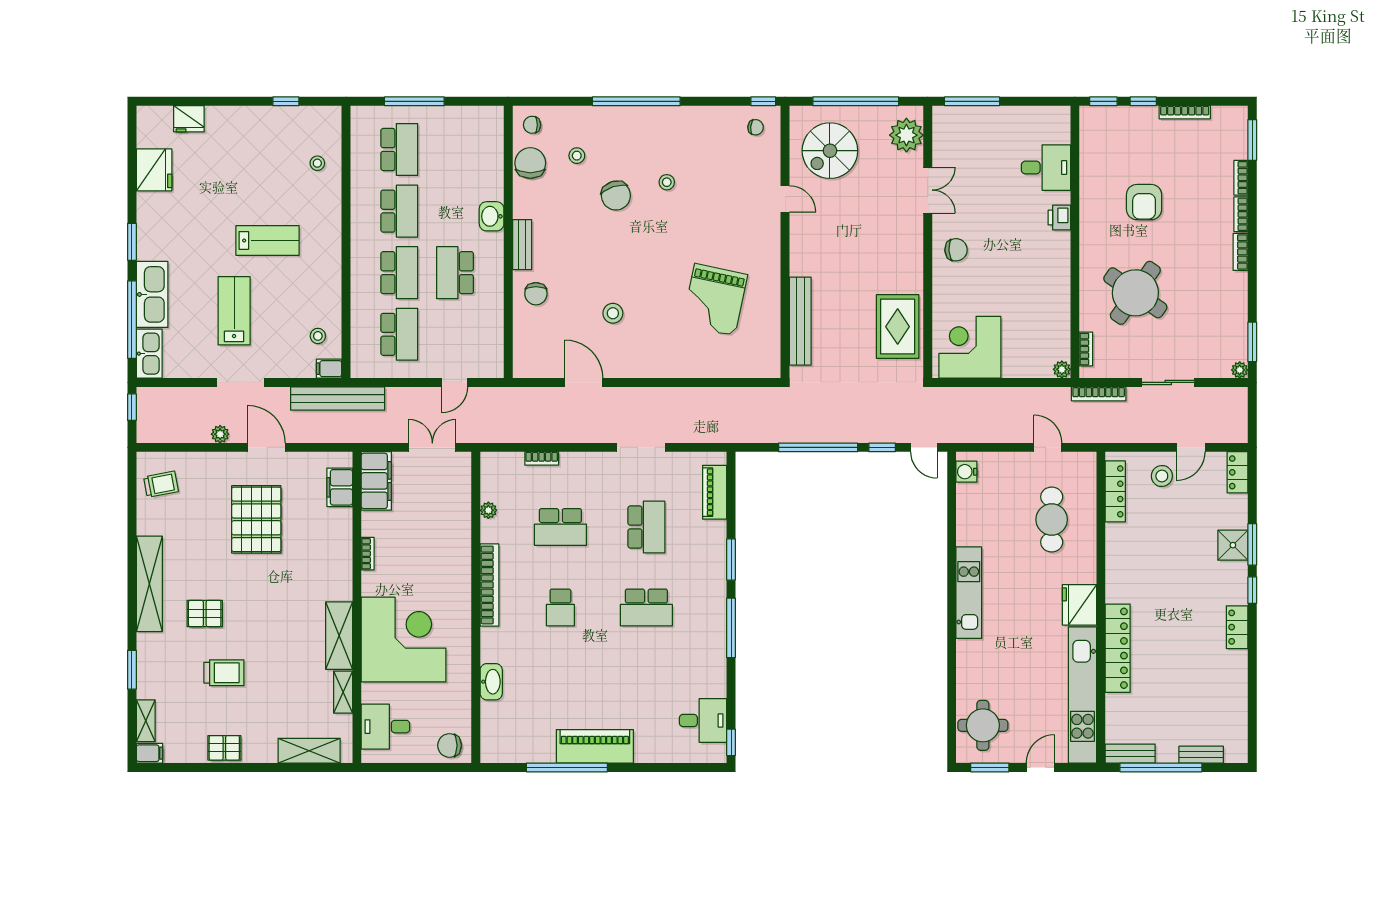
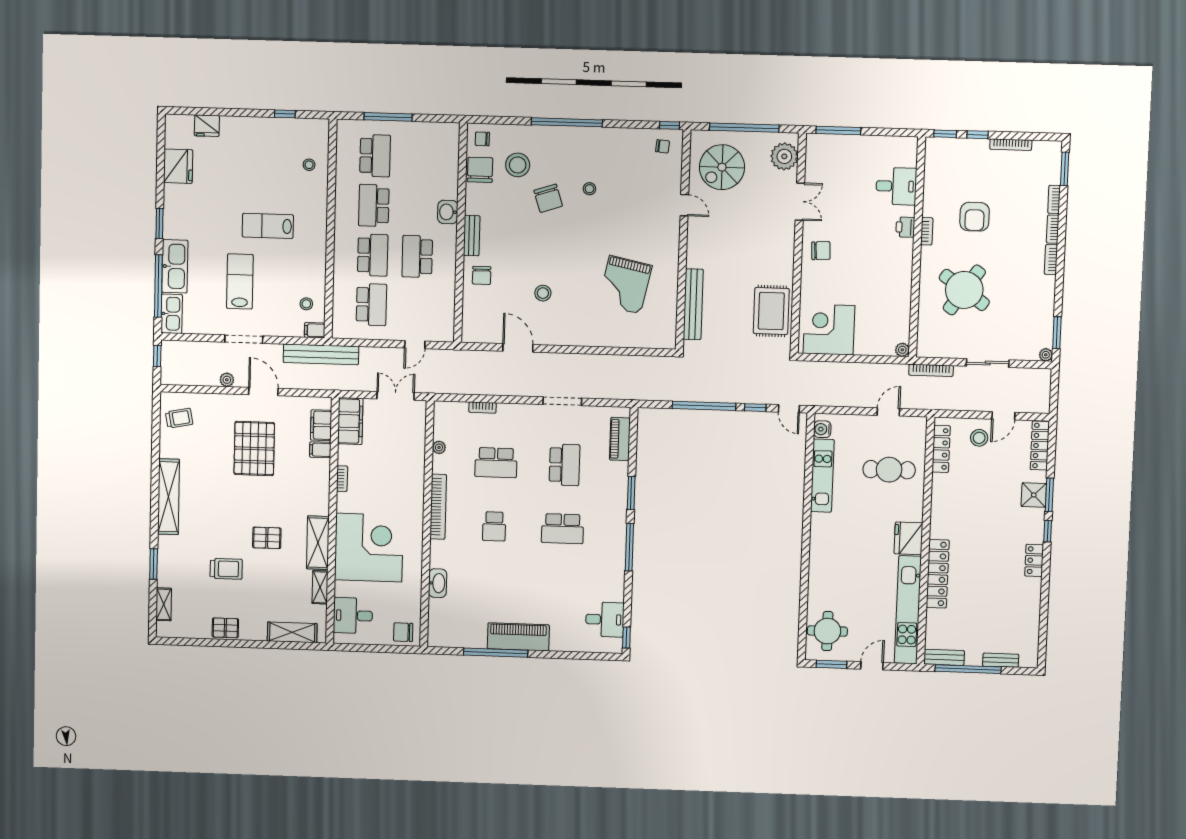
stool: (577, 156) -> (518, 165), width x1.89, depth x1.89
school desk: (399, 211) -> (374, 205), turned 180
lab bench: (268, 240) -> (268, 226), turned 180
bookcase: (1086, 349) -> (927, 231), moved
door: (1048, 447) -> (888, 412), hinge flipped
locker: (1237, 472) -> (1040, 446), width x1.53
cafe table: (1052, 520) -> (889, 470), turned 90
kitchen unit: (969, 593) -> (822, 476), moved
pallet: (205, 613) -> (267, 538), moved
filing cabinet: (149, 753) -> (320, 450), moved, turned 180

